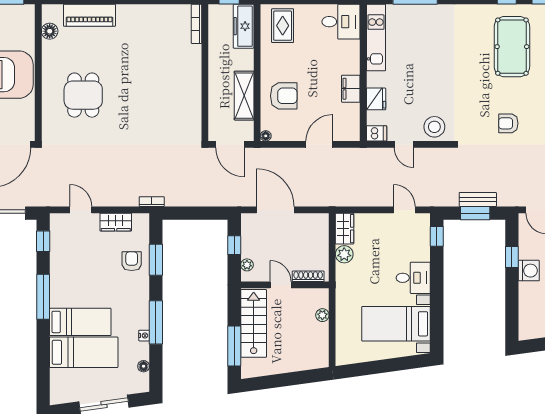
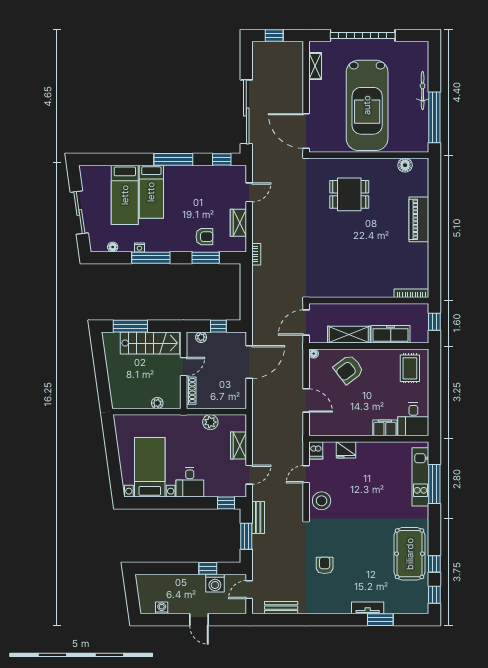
piano: (89, 15) -> (419, 219), moved
freezer: (244, 26) -> (391, 334), moved
rug: (283, 26) -> (410, 368), turned 90
kitchen unit: (376, 37) -> (420, 477), moved, turned 90
pool table: (512, 47) -> (410, 554), moved, turned 90
filing cabinet: (351, 89) -> (385, 428), moved
armchair: (284, 96) -> (349, 369), turned 53
bench: (478, 199) -> (258, 517), moved
wardrobe: (345, 229) -> (238, 445), moved, turned 90
washing machine: (529, 271) -> (215, 583), moved

